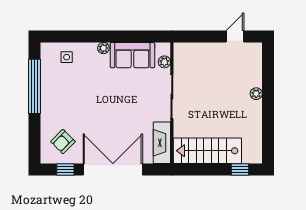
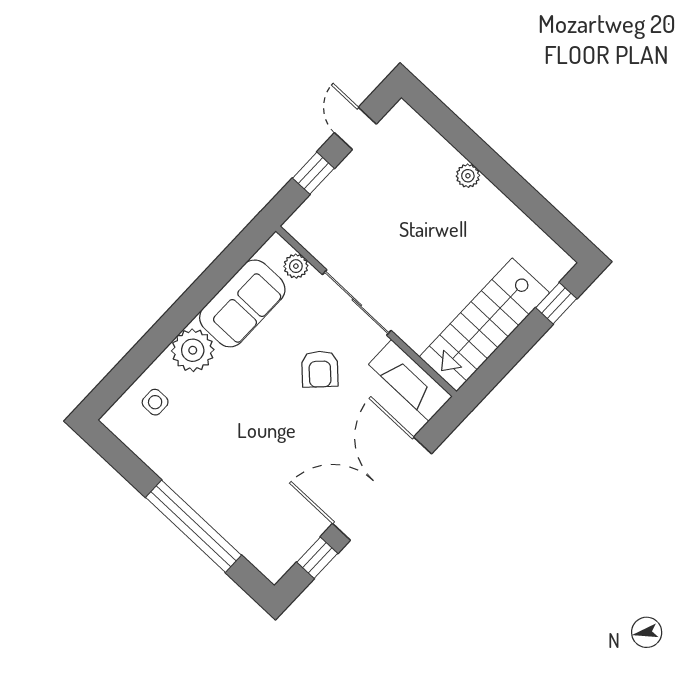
window: (204, 36) -> (313, 173), added
plant: (103, 48) -> (193, 350), width x1.88, depth x1.88
window: (35, 86) -> (193, 526), moved
armchair: (63, 142) -> (320, 369), moved

